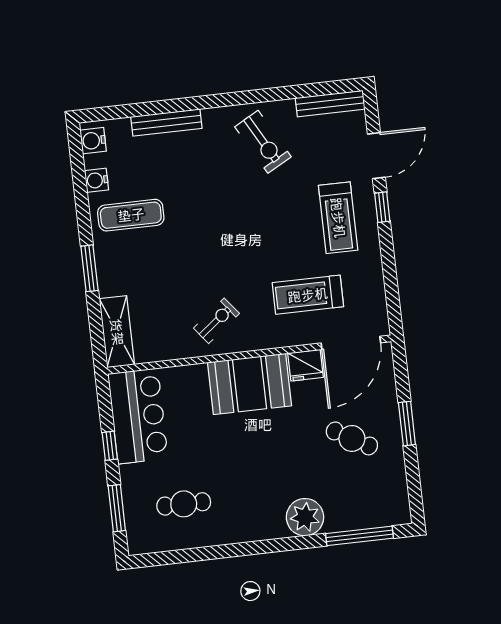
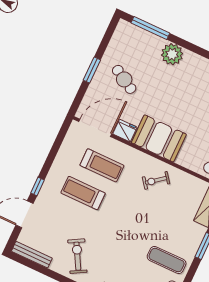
treadmill: (338, 218) -> (83, 193), moved, turned -90

